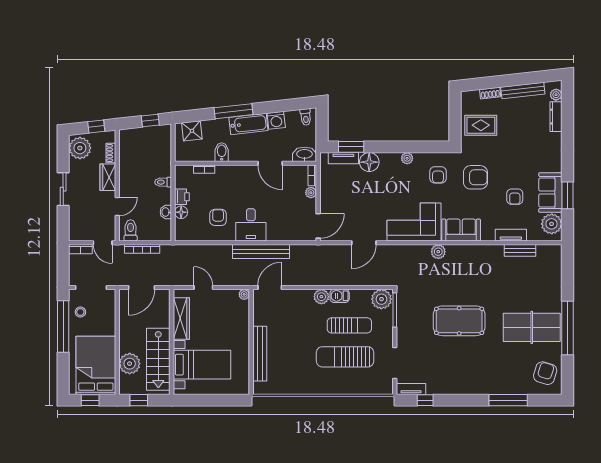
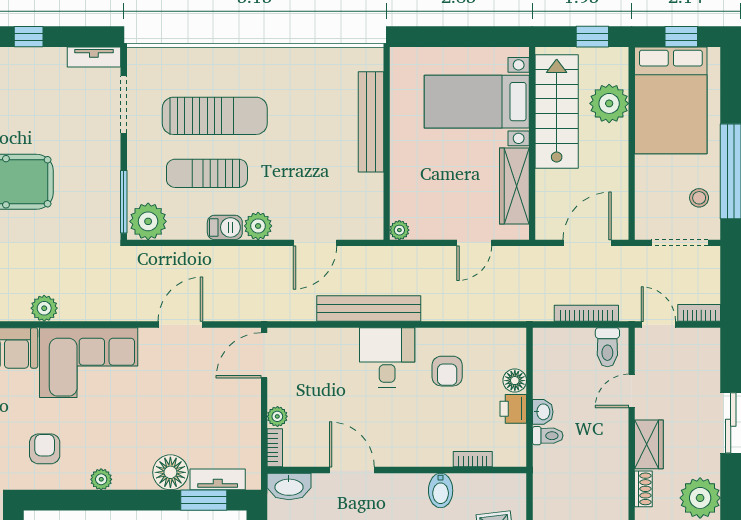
washbasin: (166, 212) -> (543, 412), moved
door: (203, 287) -> (474, 243), hinge flipped
door: (270, 287) -> (315, 243), moved
window: (425, 400) -> (29, 37), moved

